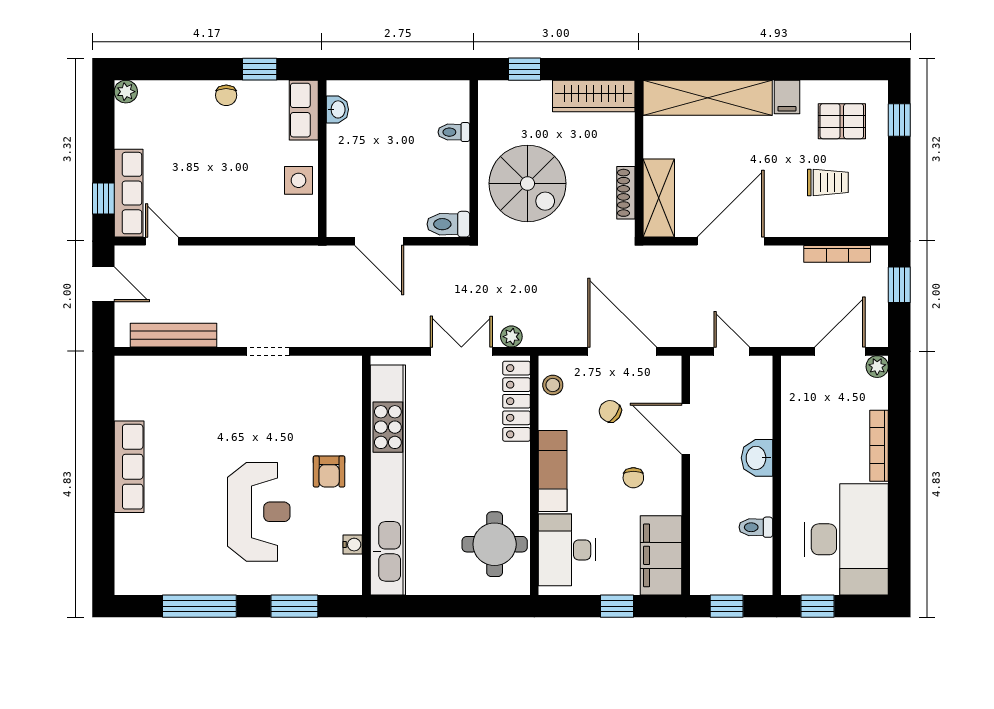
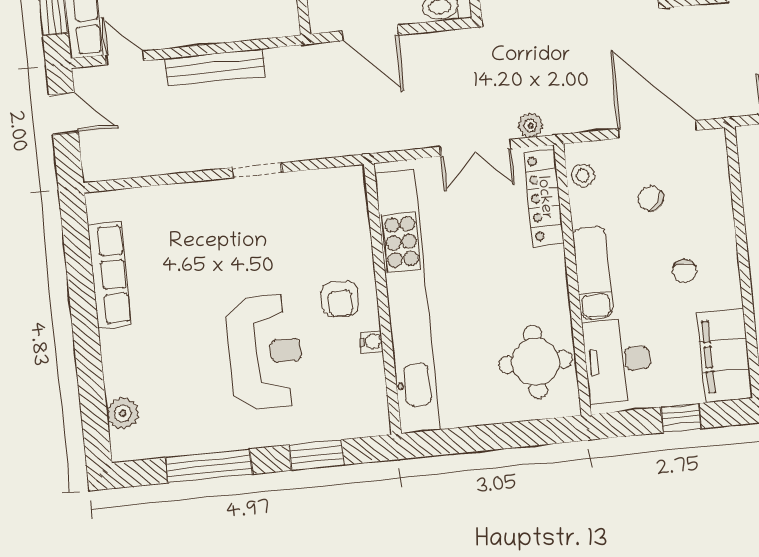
bench: (174, 335) -> (215, 67), moved
double door: (461, 351) -> (476, 148), swing flipped
door: (686, 429) -> (738, 210), removed
row of seats: (129, 467) -> (109, 275), moved
water cooler: (353, 545) -> (371, 342), moved
plant: (129, 553) -> (123, 413), added

